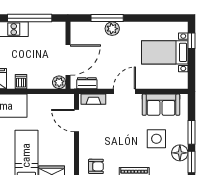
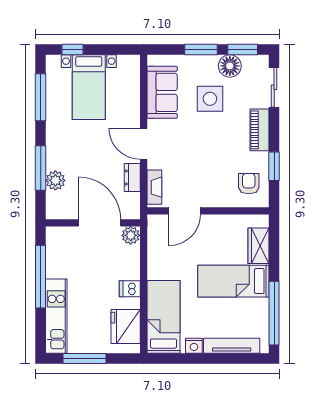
window: (158, 18) -> (41, 97), added
plant: (112, 29) -> (55, 180), moved
dresser: (87, 83) -> (132, 178), moved

